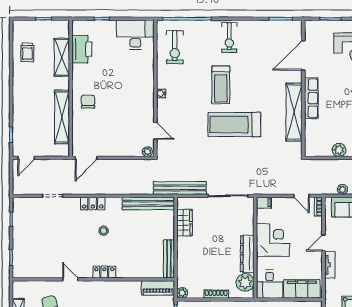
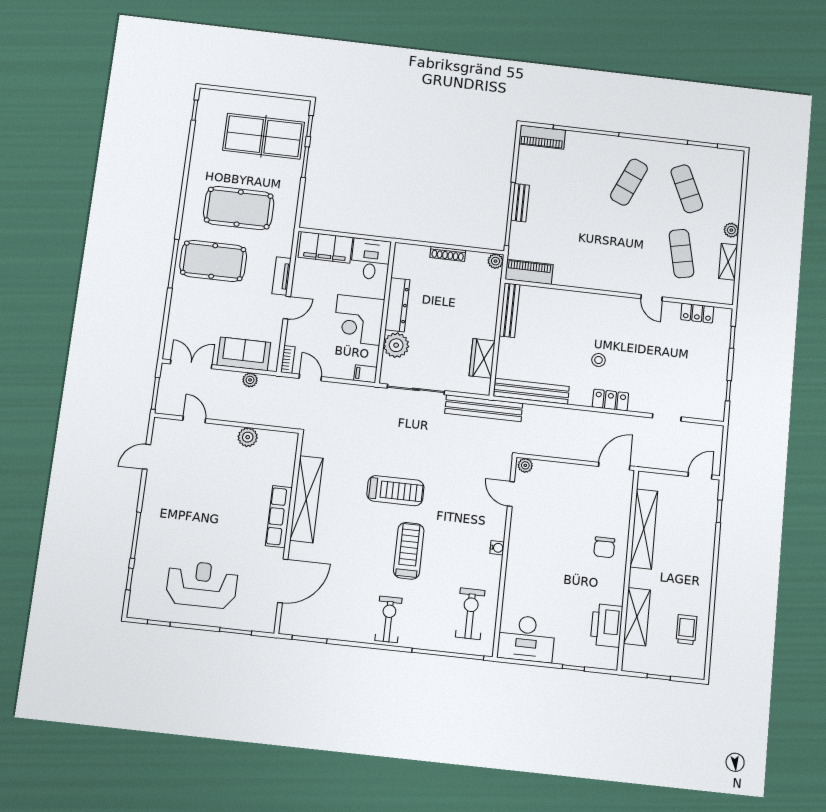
treadmill: (234, 124) -> (395, 491), width x0.73, depth x0.73
locker: (104, 272) -> (697, 313), moved
plant: (245, 282) -> (396, 345), moved

